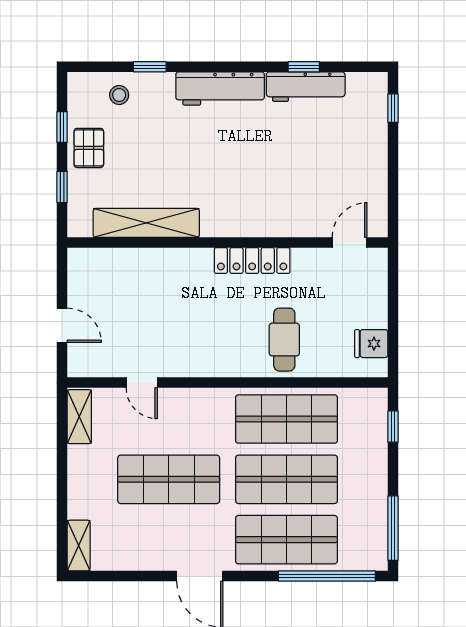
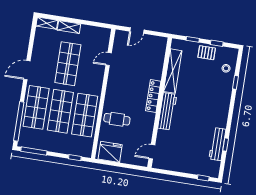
workbench: (220, 89) -> (167, 111), moved, turned 180
door: (350, 243) -> (152, 152), swing flipped
locker: (252, 261) -> (153, 96), moved
fridge: (371, 344) -> (110, 152), width x1.88, depth x1.34
shelving: (79, 417) -> (69, 27), moved

